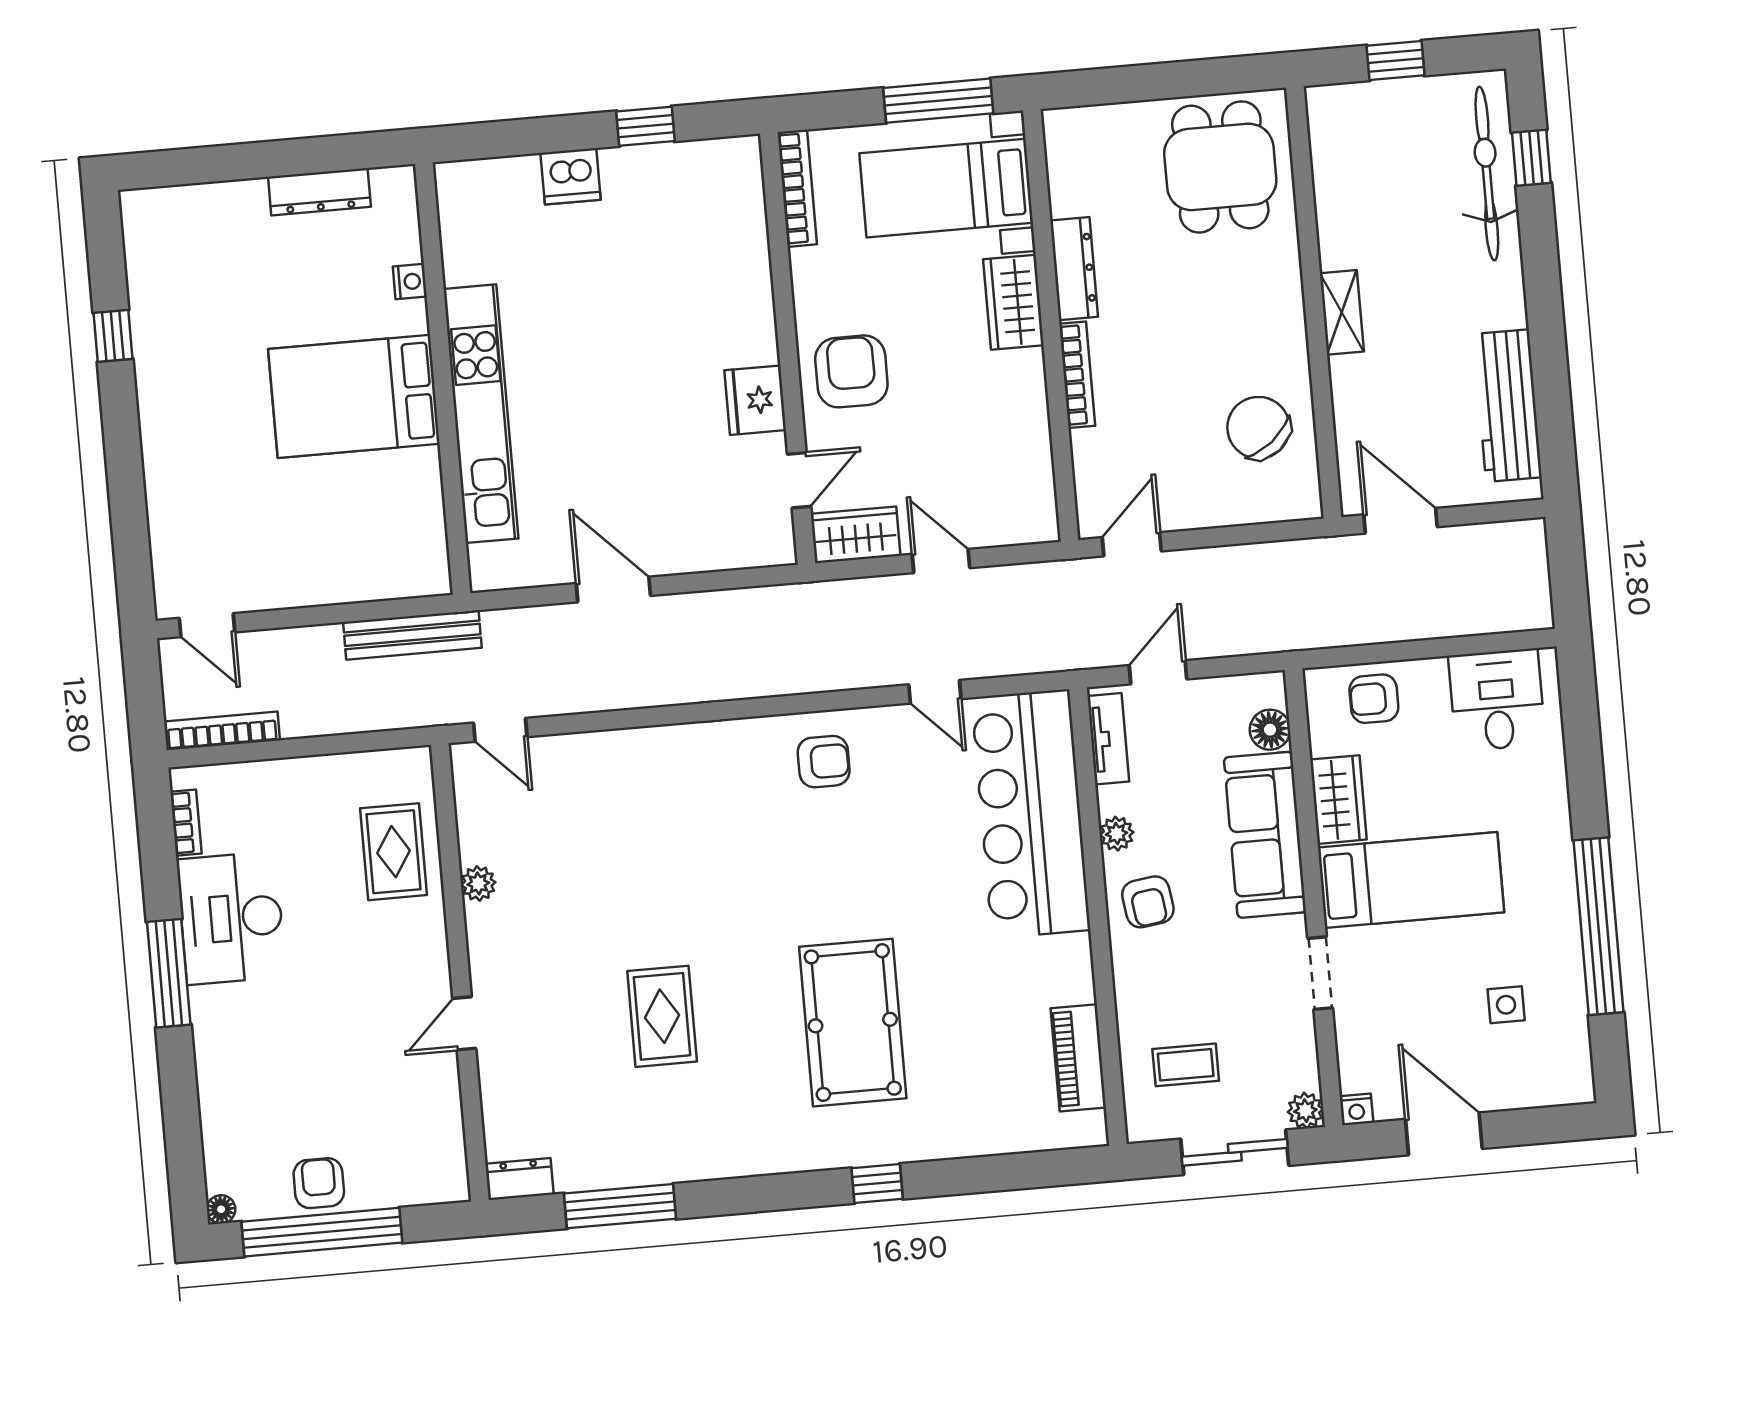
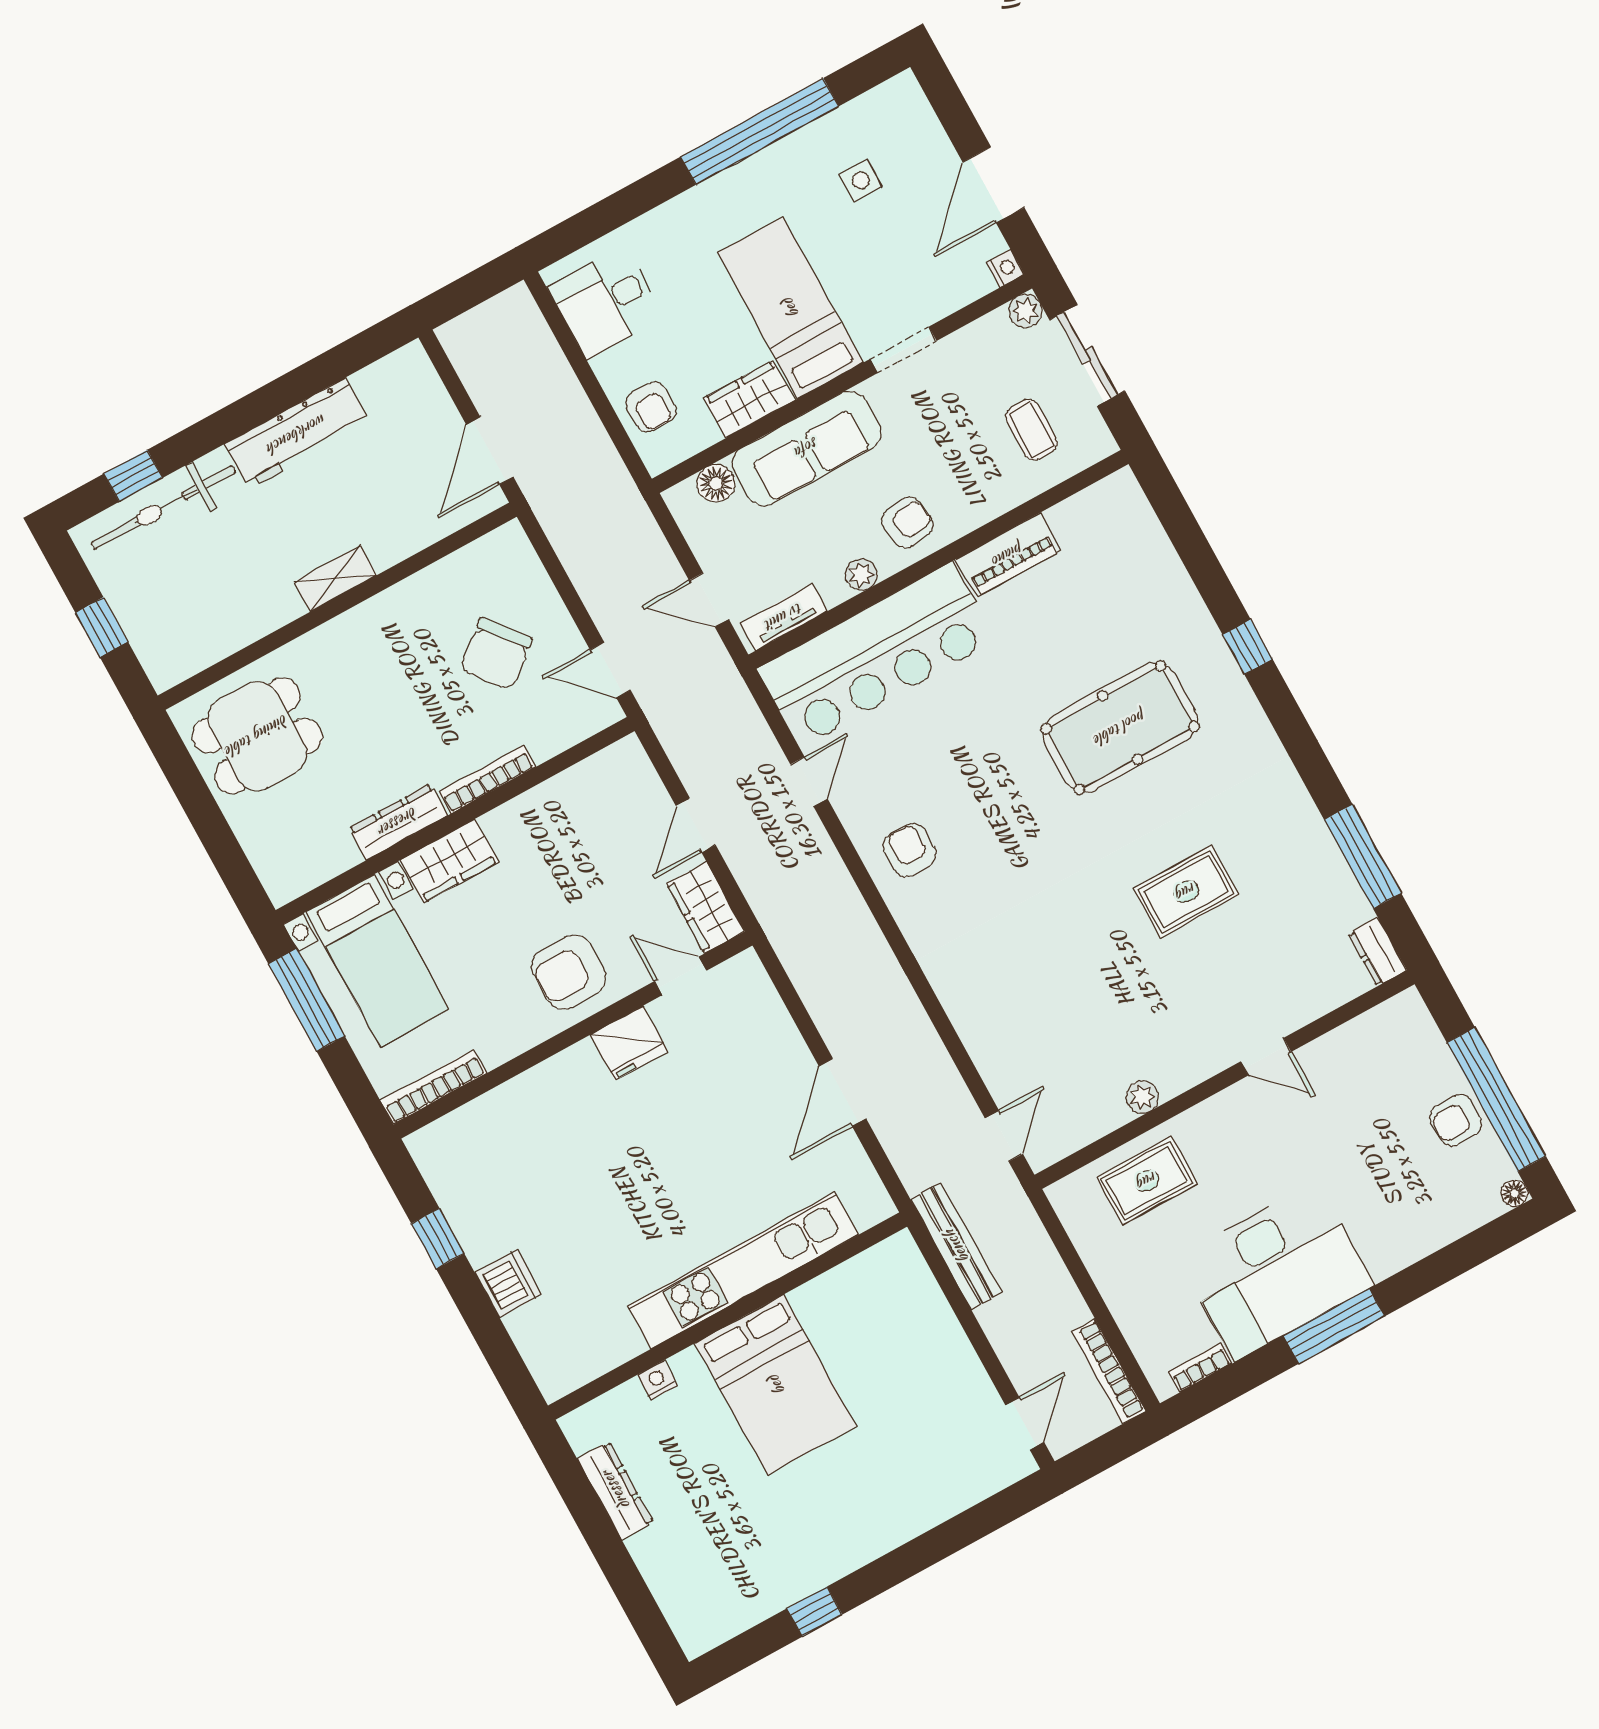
workbench: (1508, 406) -> (297, 434), moved
chair: (1258, 428) -> (496, 654), moved
desk: (231, 918) -> (1276, 1271), width x1.36, depth x1.30
piano: (1078, 1058) -> (1008, 555), moved

